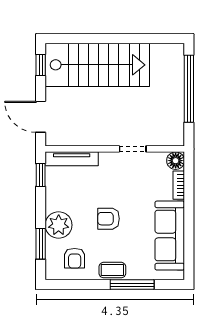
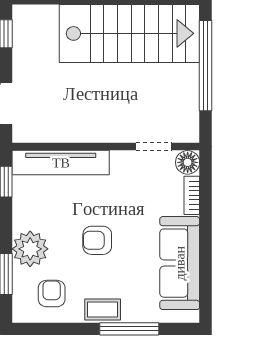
stairs: (97, 65) -> (129, 33), moved
doorway: (133, 149) -> (154, 147), moved
tv unit: (72, 159) -> (61, 163), width x1.36, depth x1.29
armchair: (75, 258) -> (52, 294), turned 180

